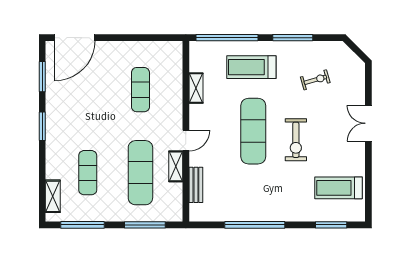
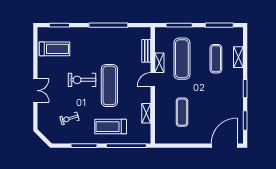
treadmill: (251, 67) -> (111, 127), turned 180
exercise bike: (296, 140) -> (82, 80), turned -90
shelving: (53, 196) -> (238, 57), moved

